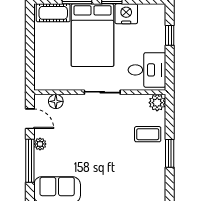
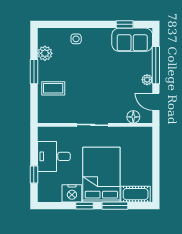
desk: (147, 70) -> (54, 156), moved
plant: (157, 103) -> (45, 53), moved
side table: (121, 191) -> (76, 39), added

